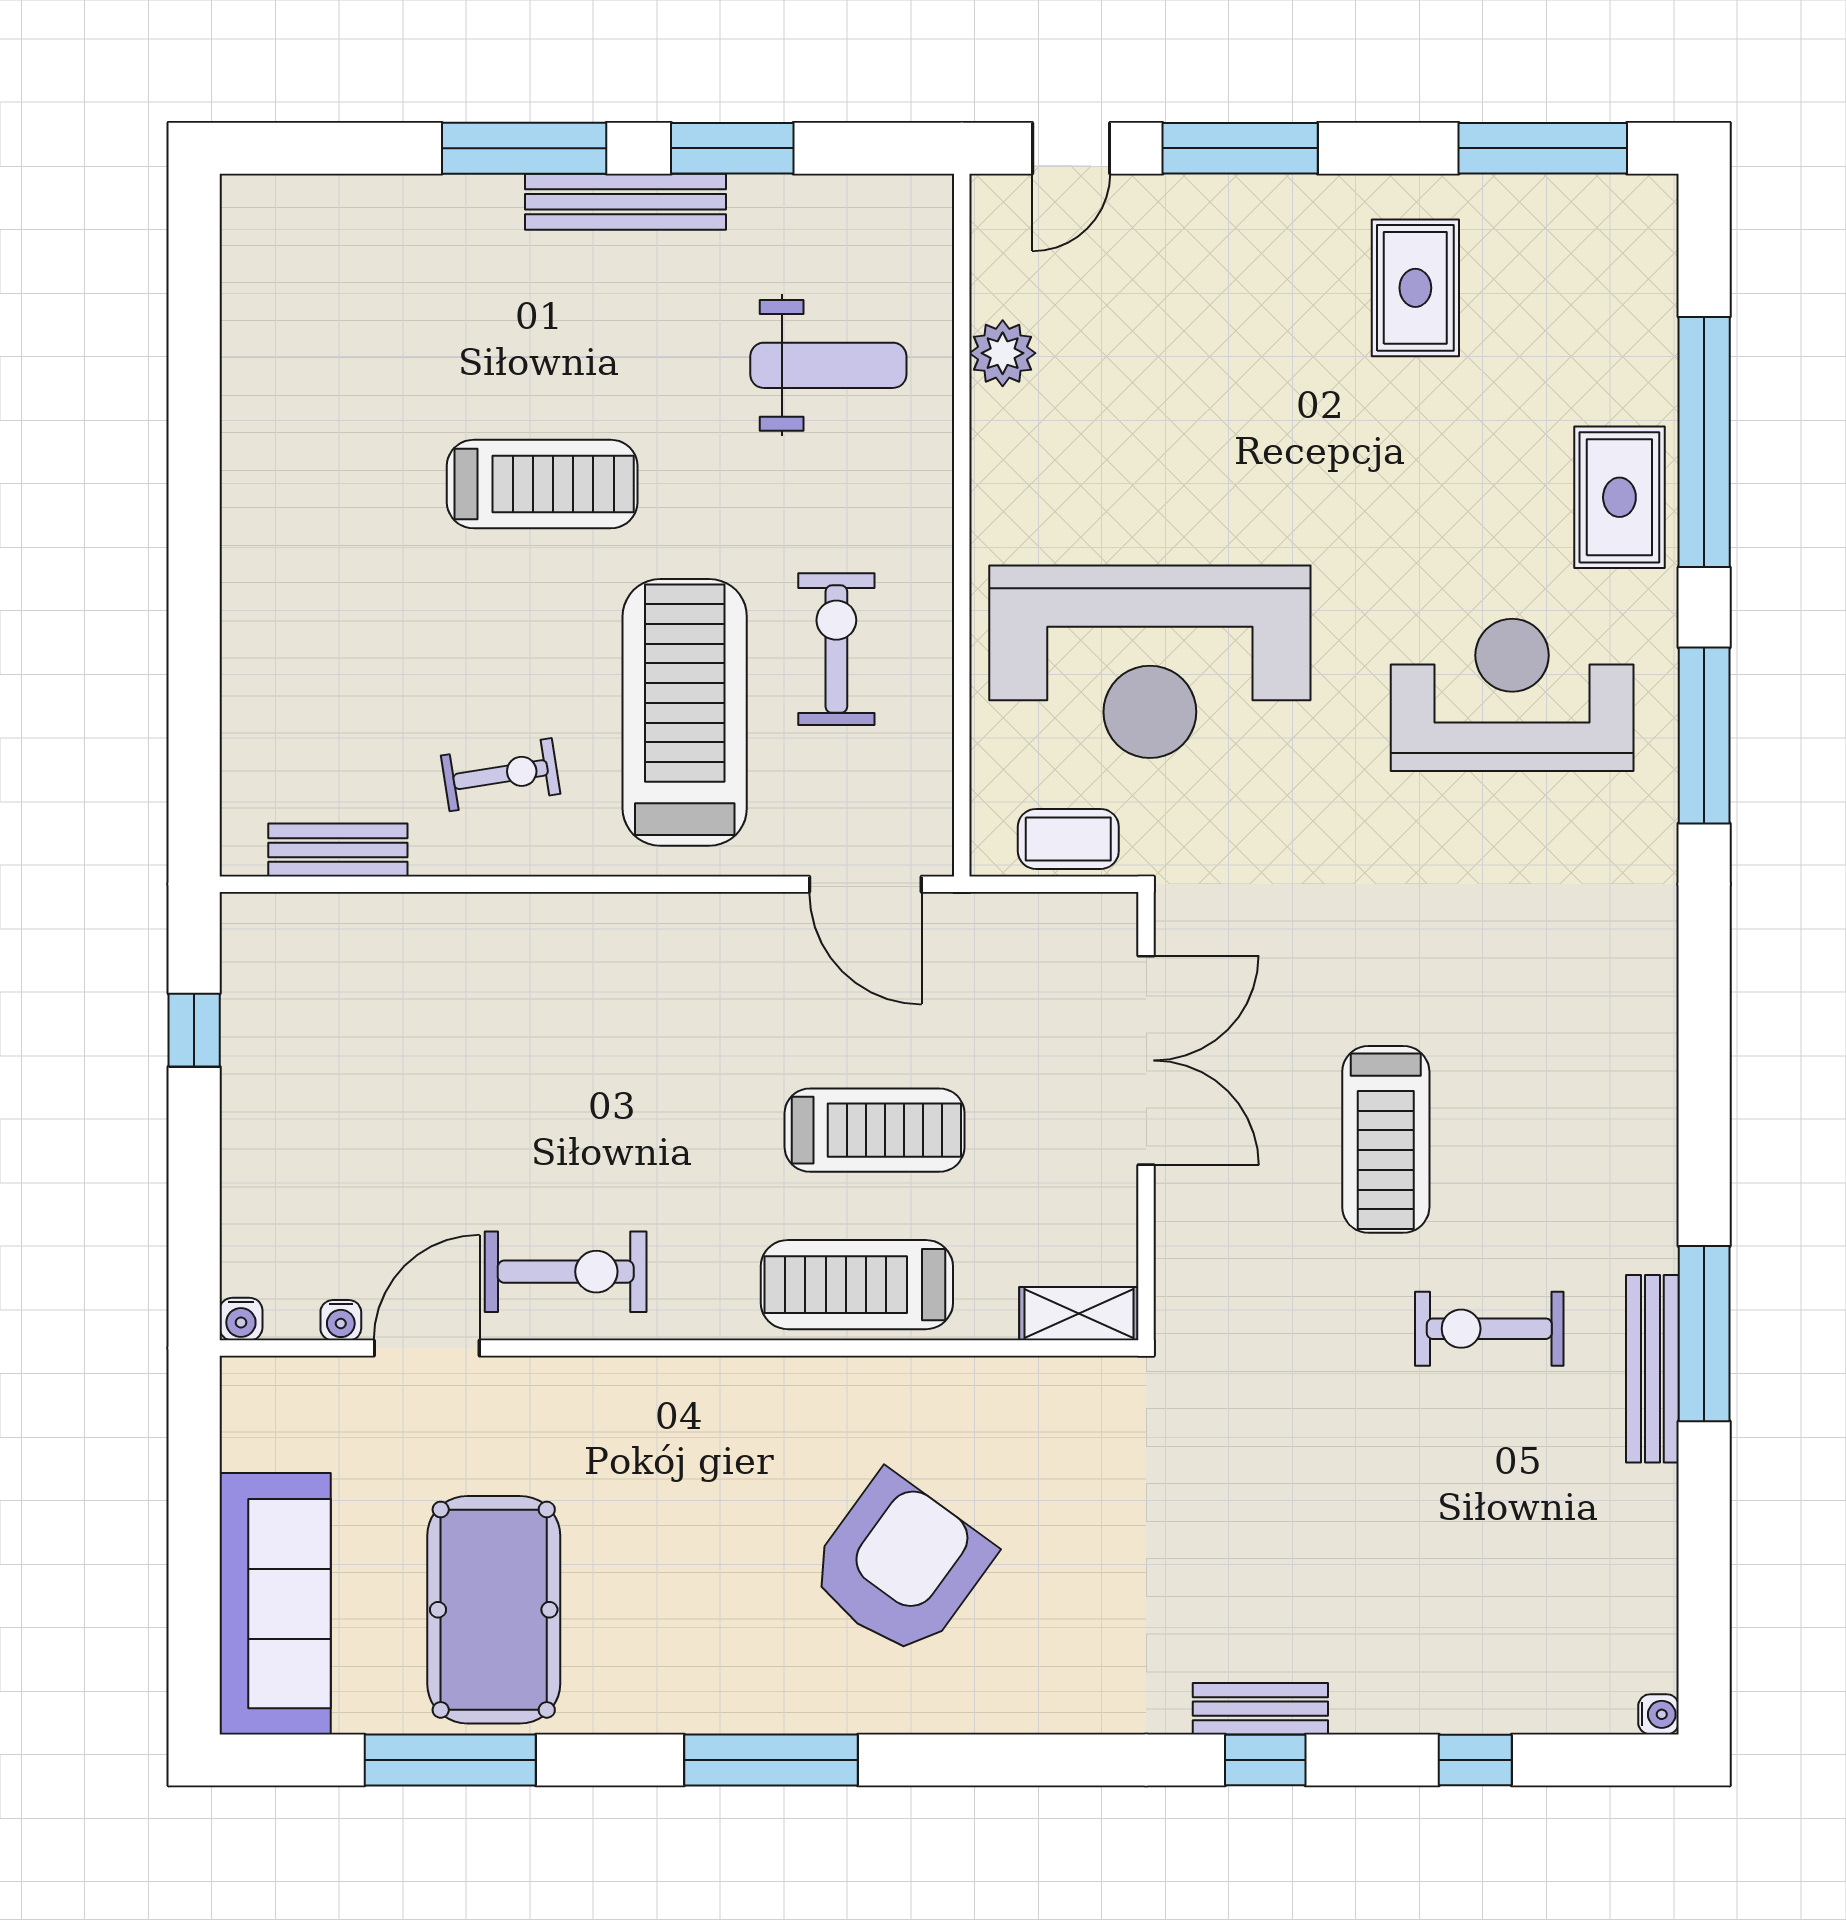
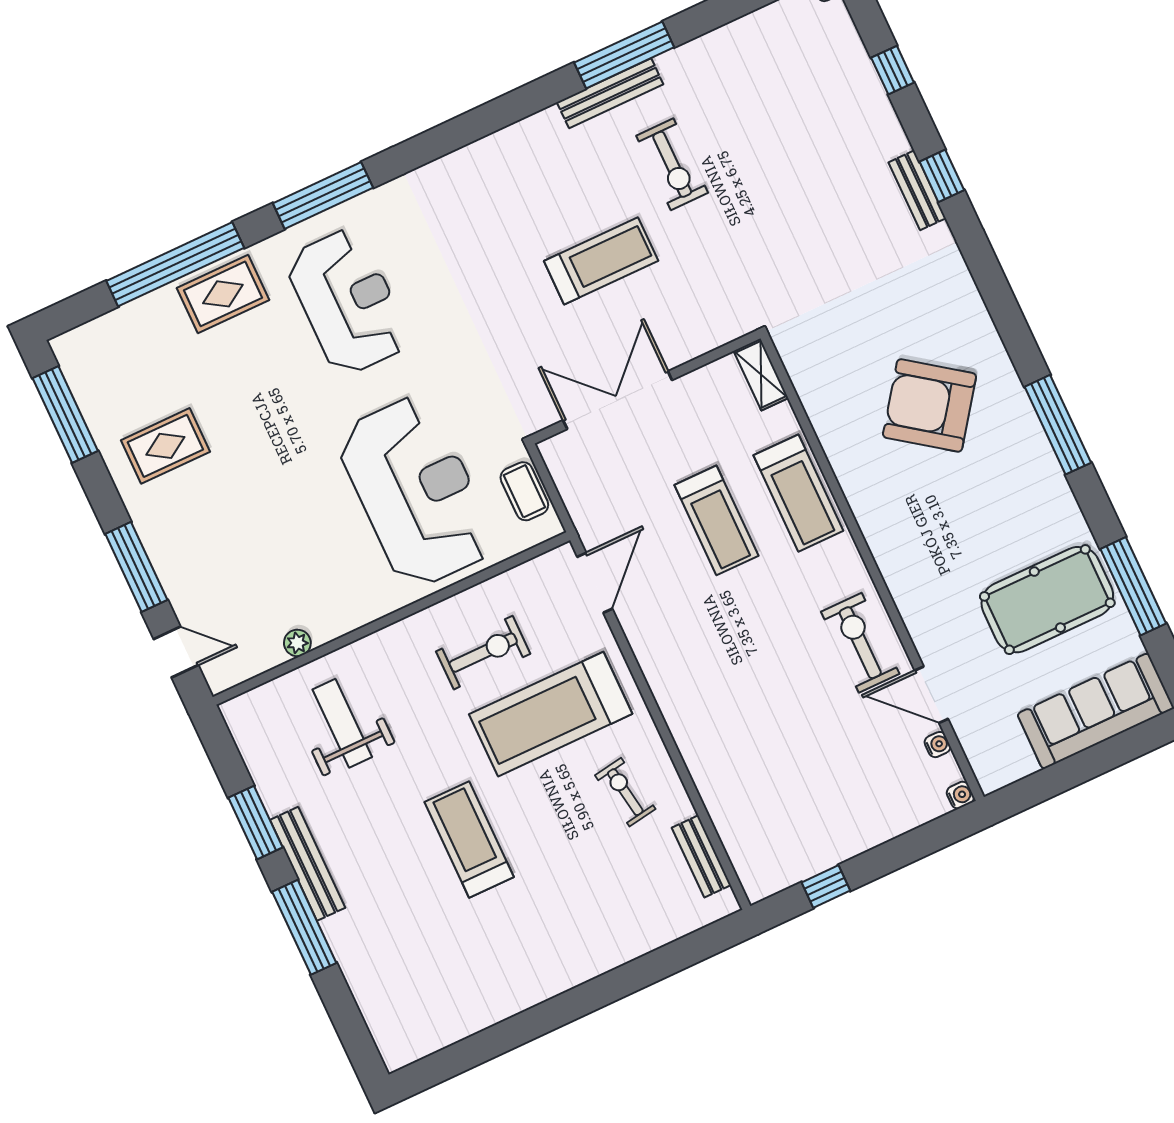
plant: (1003, 353) -> (297, 643), width x0.73, depth x0.73
exercise bike: (836, 649) -> (483, 653), turned 180
reception desk: (1512, 695) -> (348, 302), turned 180
treadmill: (875, 1130) -> (716, 520), turned 180
bench: (1652, 1369) -> (610, 93), moved

